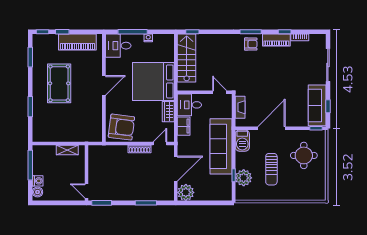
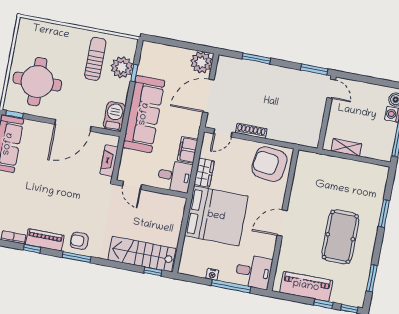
stairs: (187, 58) -> (142, 254), moved, turned 90
round table: (304, 155) -> (37, 82), width x1.36, depth x1.36
sun lounger: (271, 169) -> (95, 59), moved

